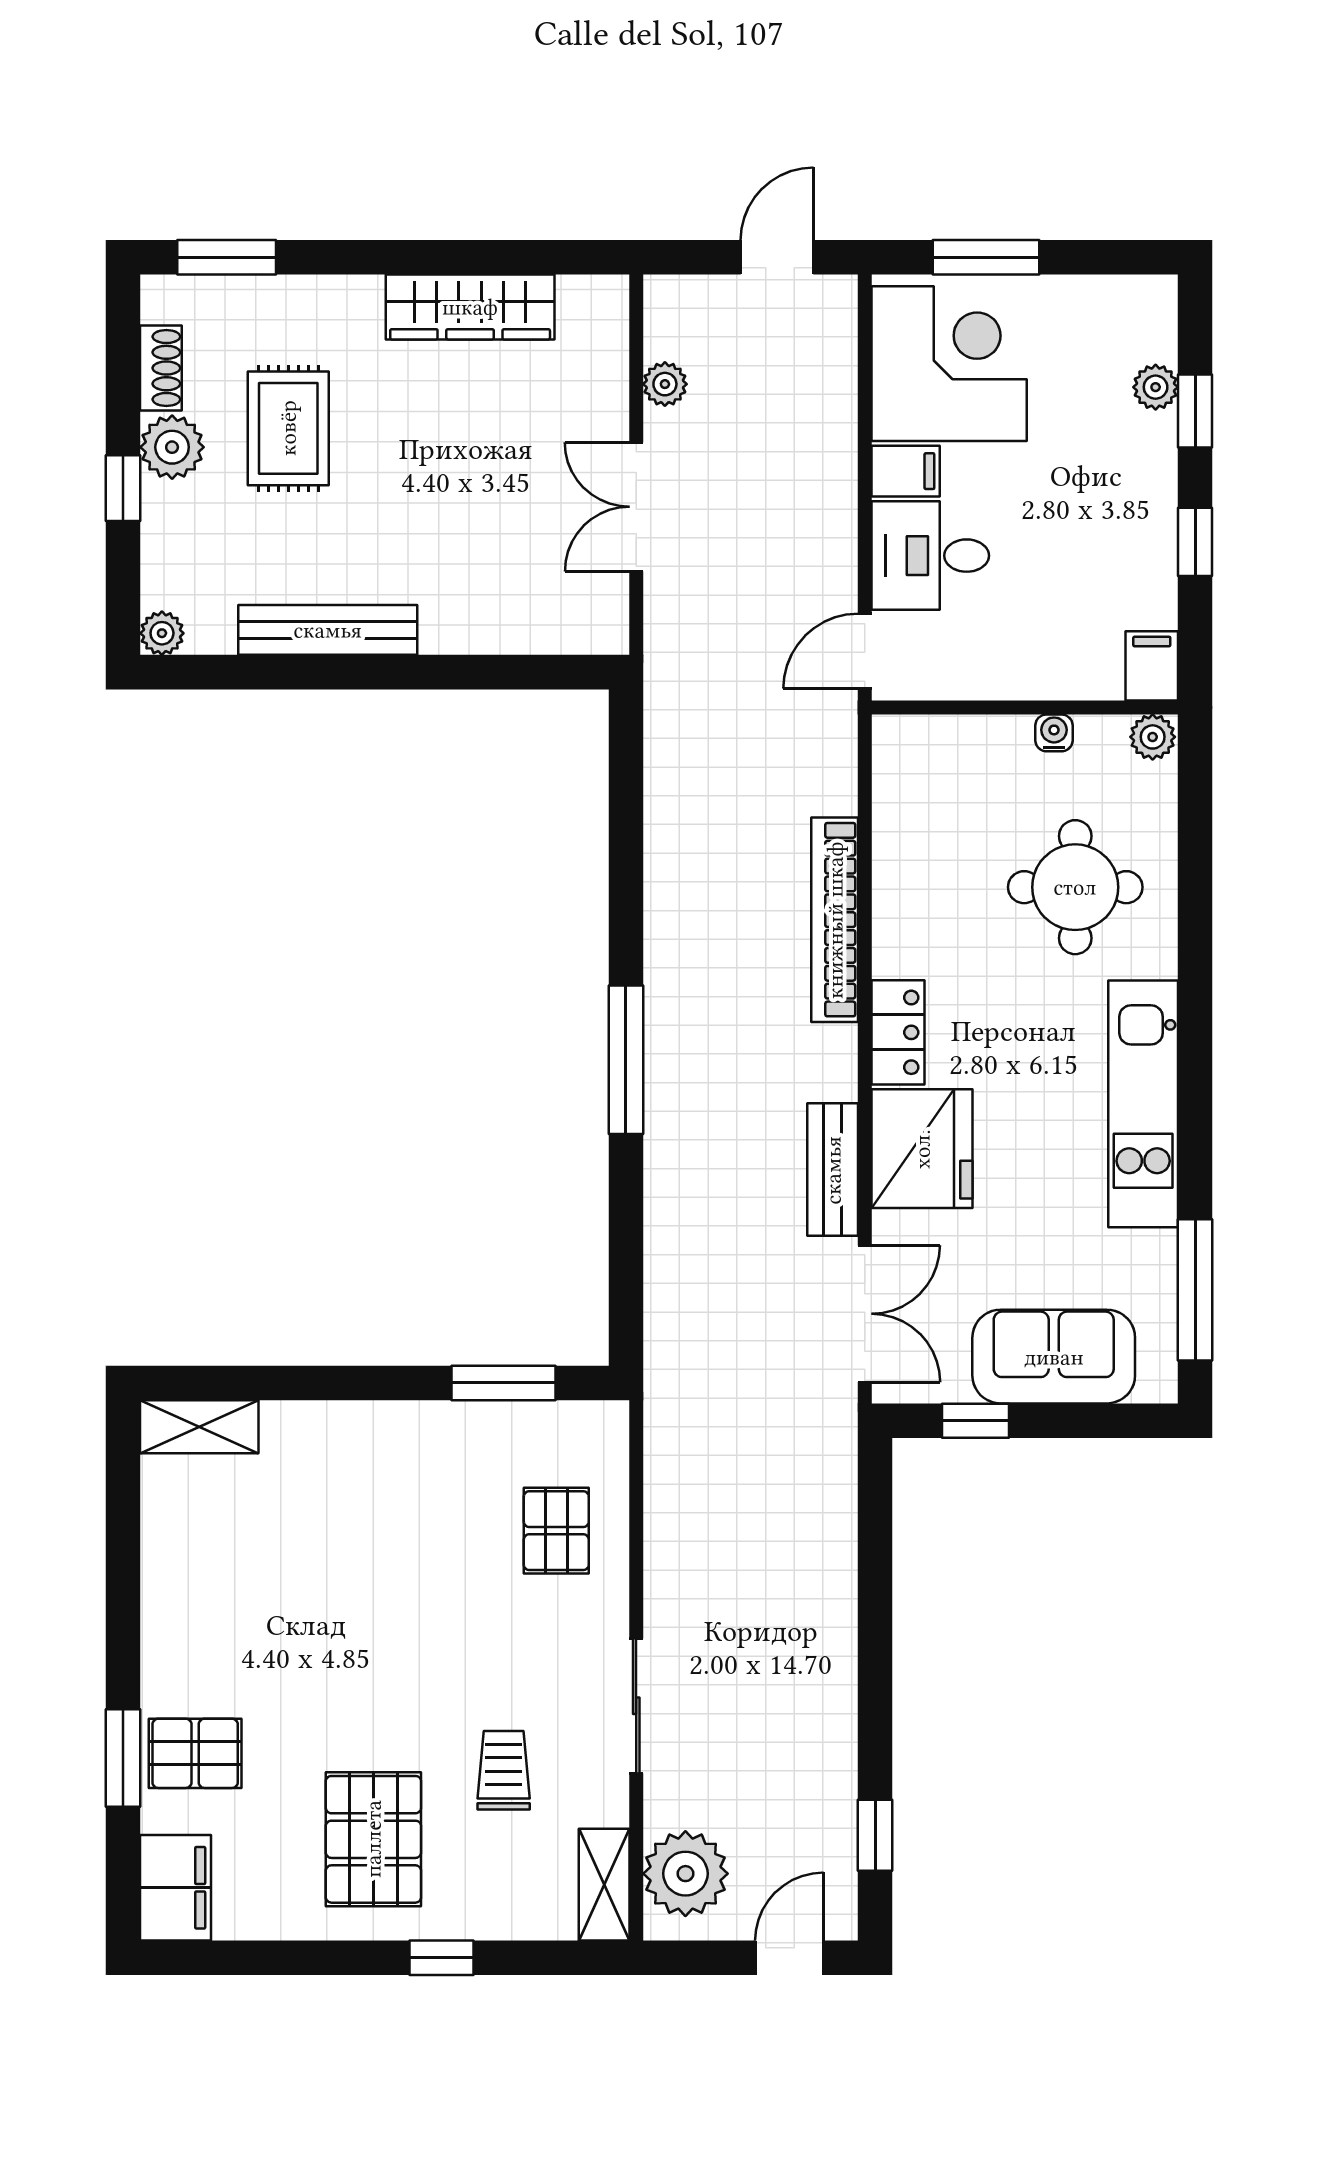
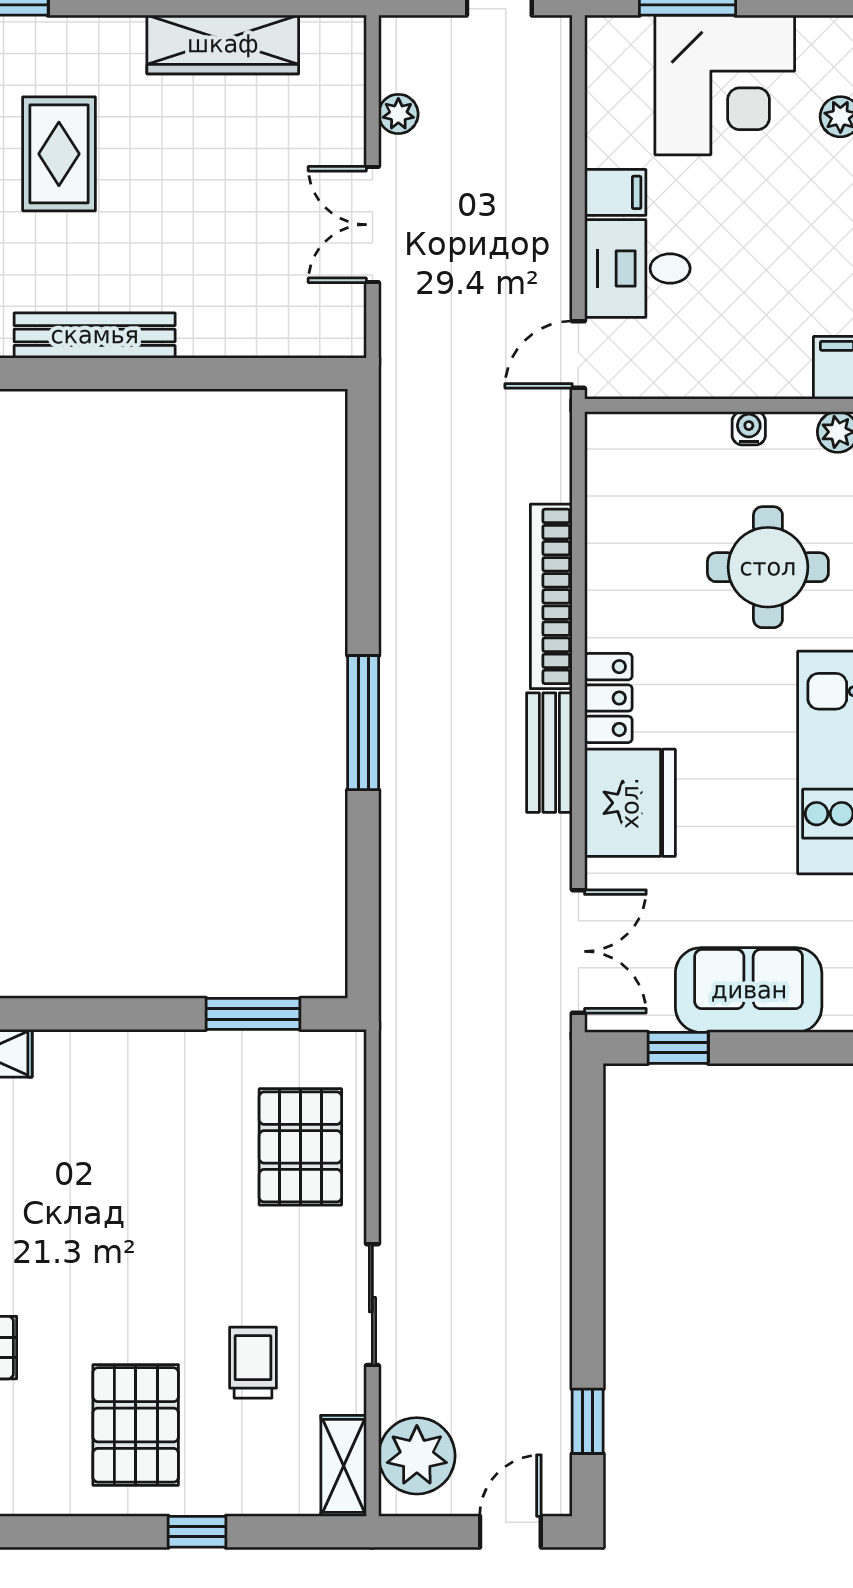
corner desk: (949, 364) -> (725, 85), moved, turned 90
bench: (833, 1170) -> (549, 753), moved
pallet: (556, 1531) -> (300, 1147), width x1.50, depth x1.42

